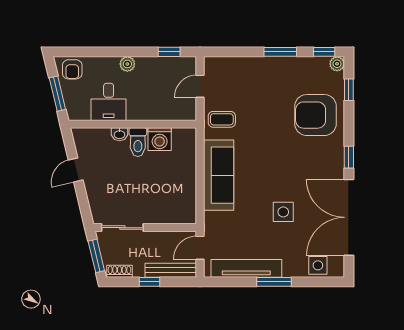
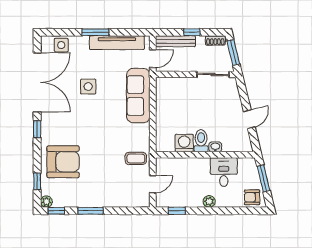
armchair: (72, 69) -> (252, 197), turned -90
sofa: (219, 175) -> (138, 96), moved

